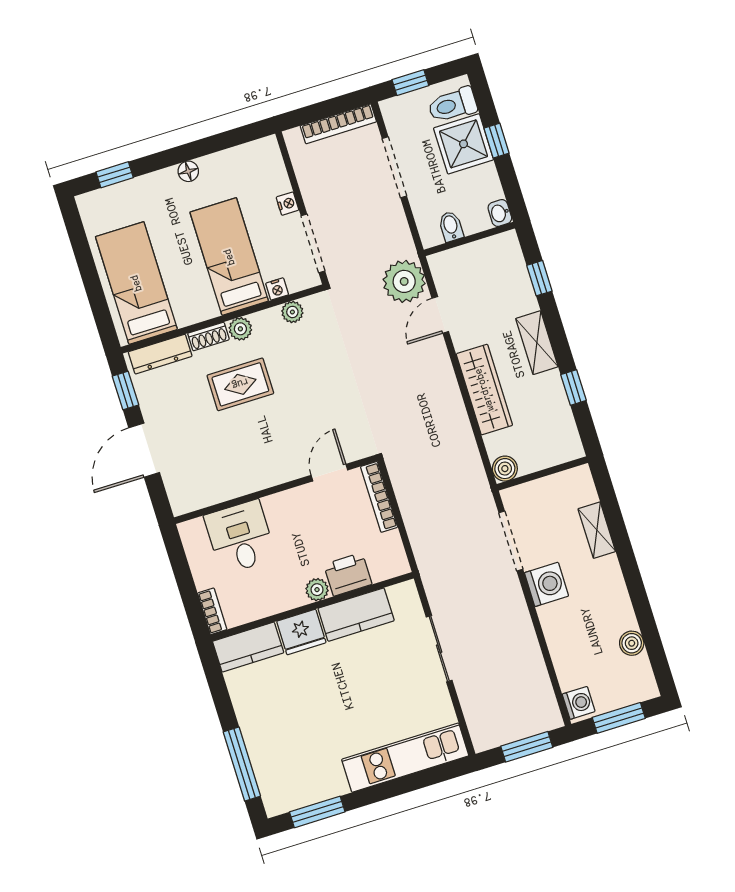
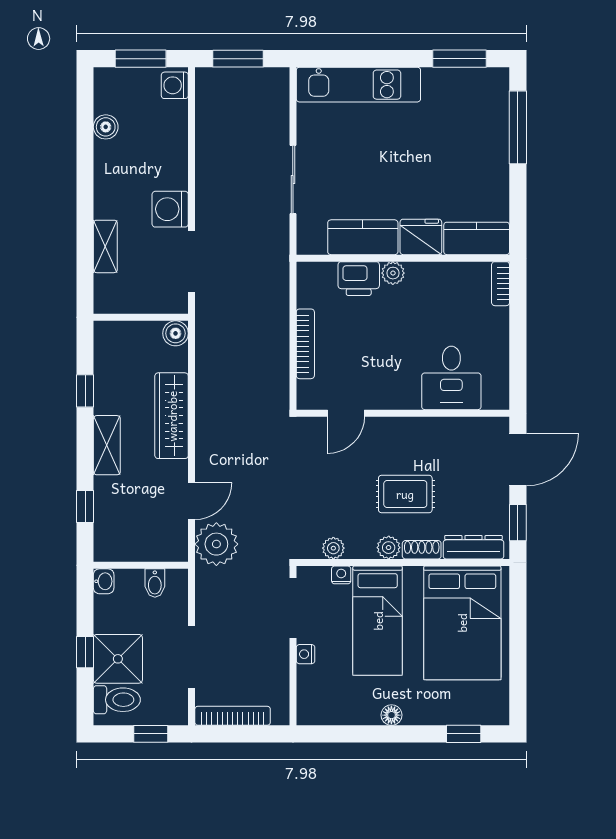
bed: (136, 283) -> (462, 623), width x1.50
door: (329, 473) -> (346, 413), moved
wall: (276, 489) -> (403, 413), moved
desk: (240, 537) -> (451, 378), moved

